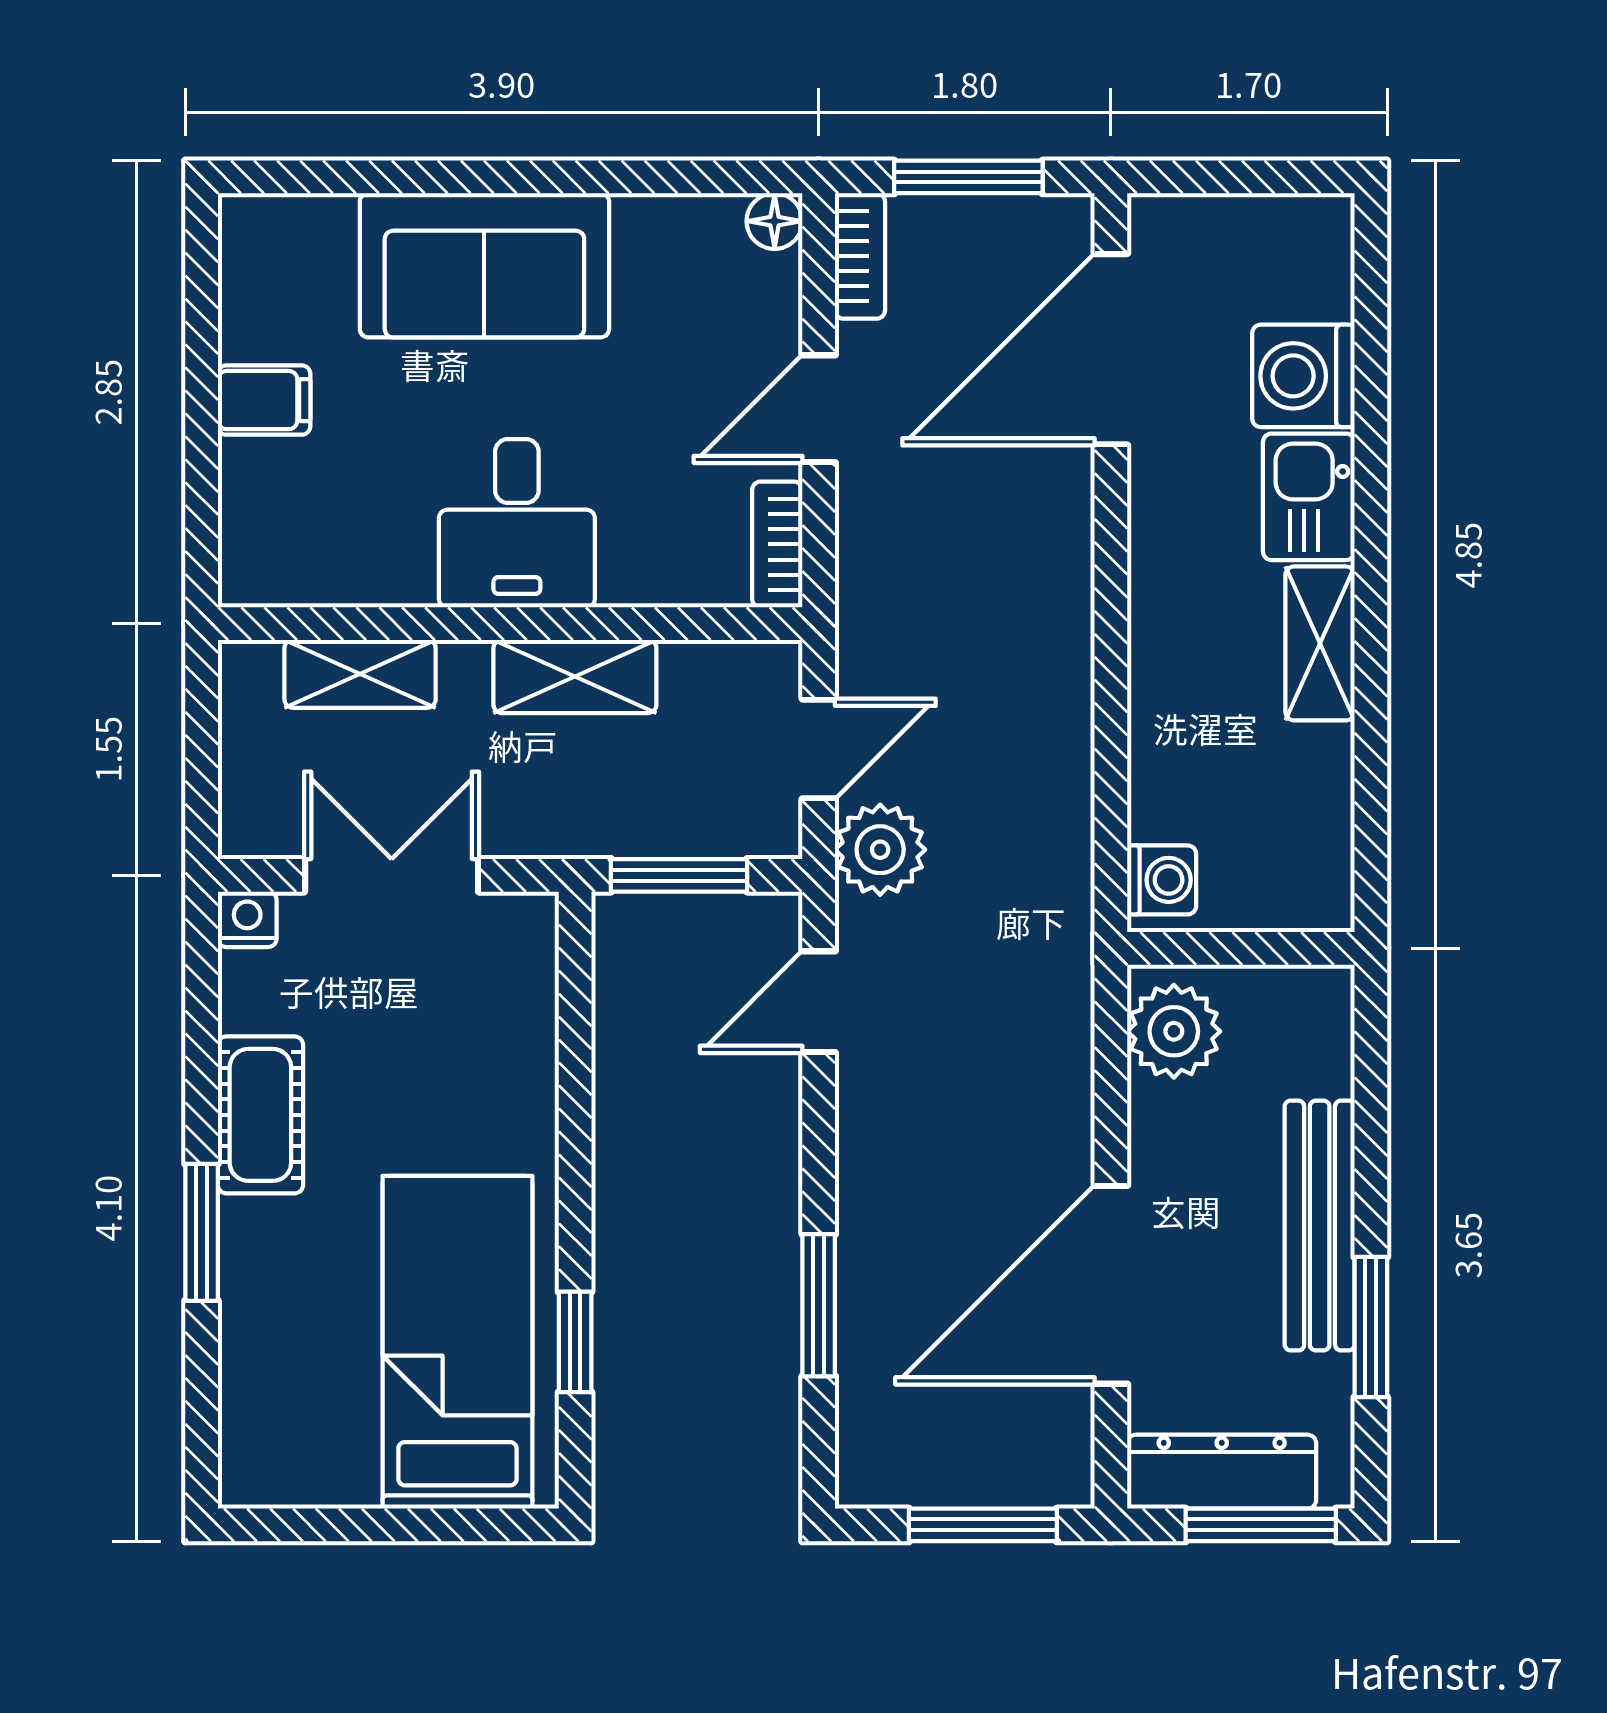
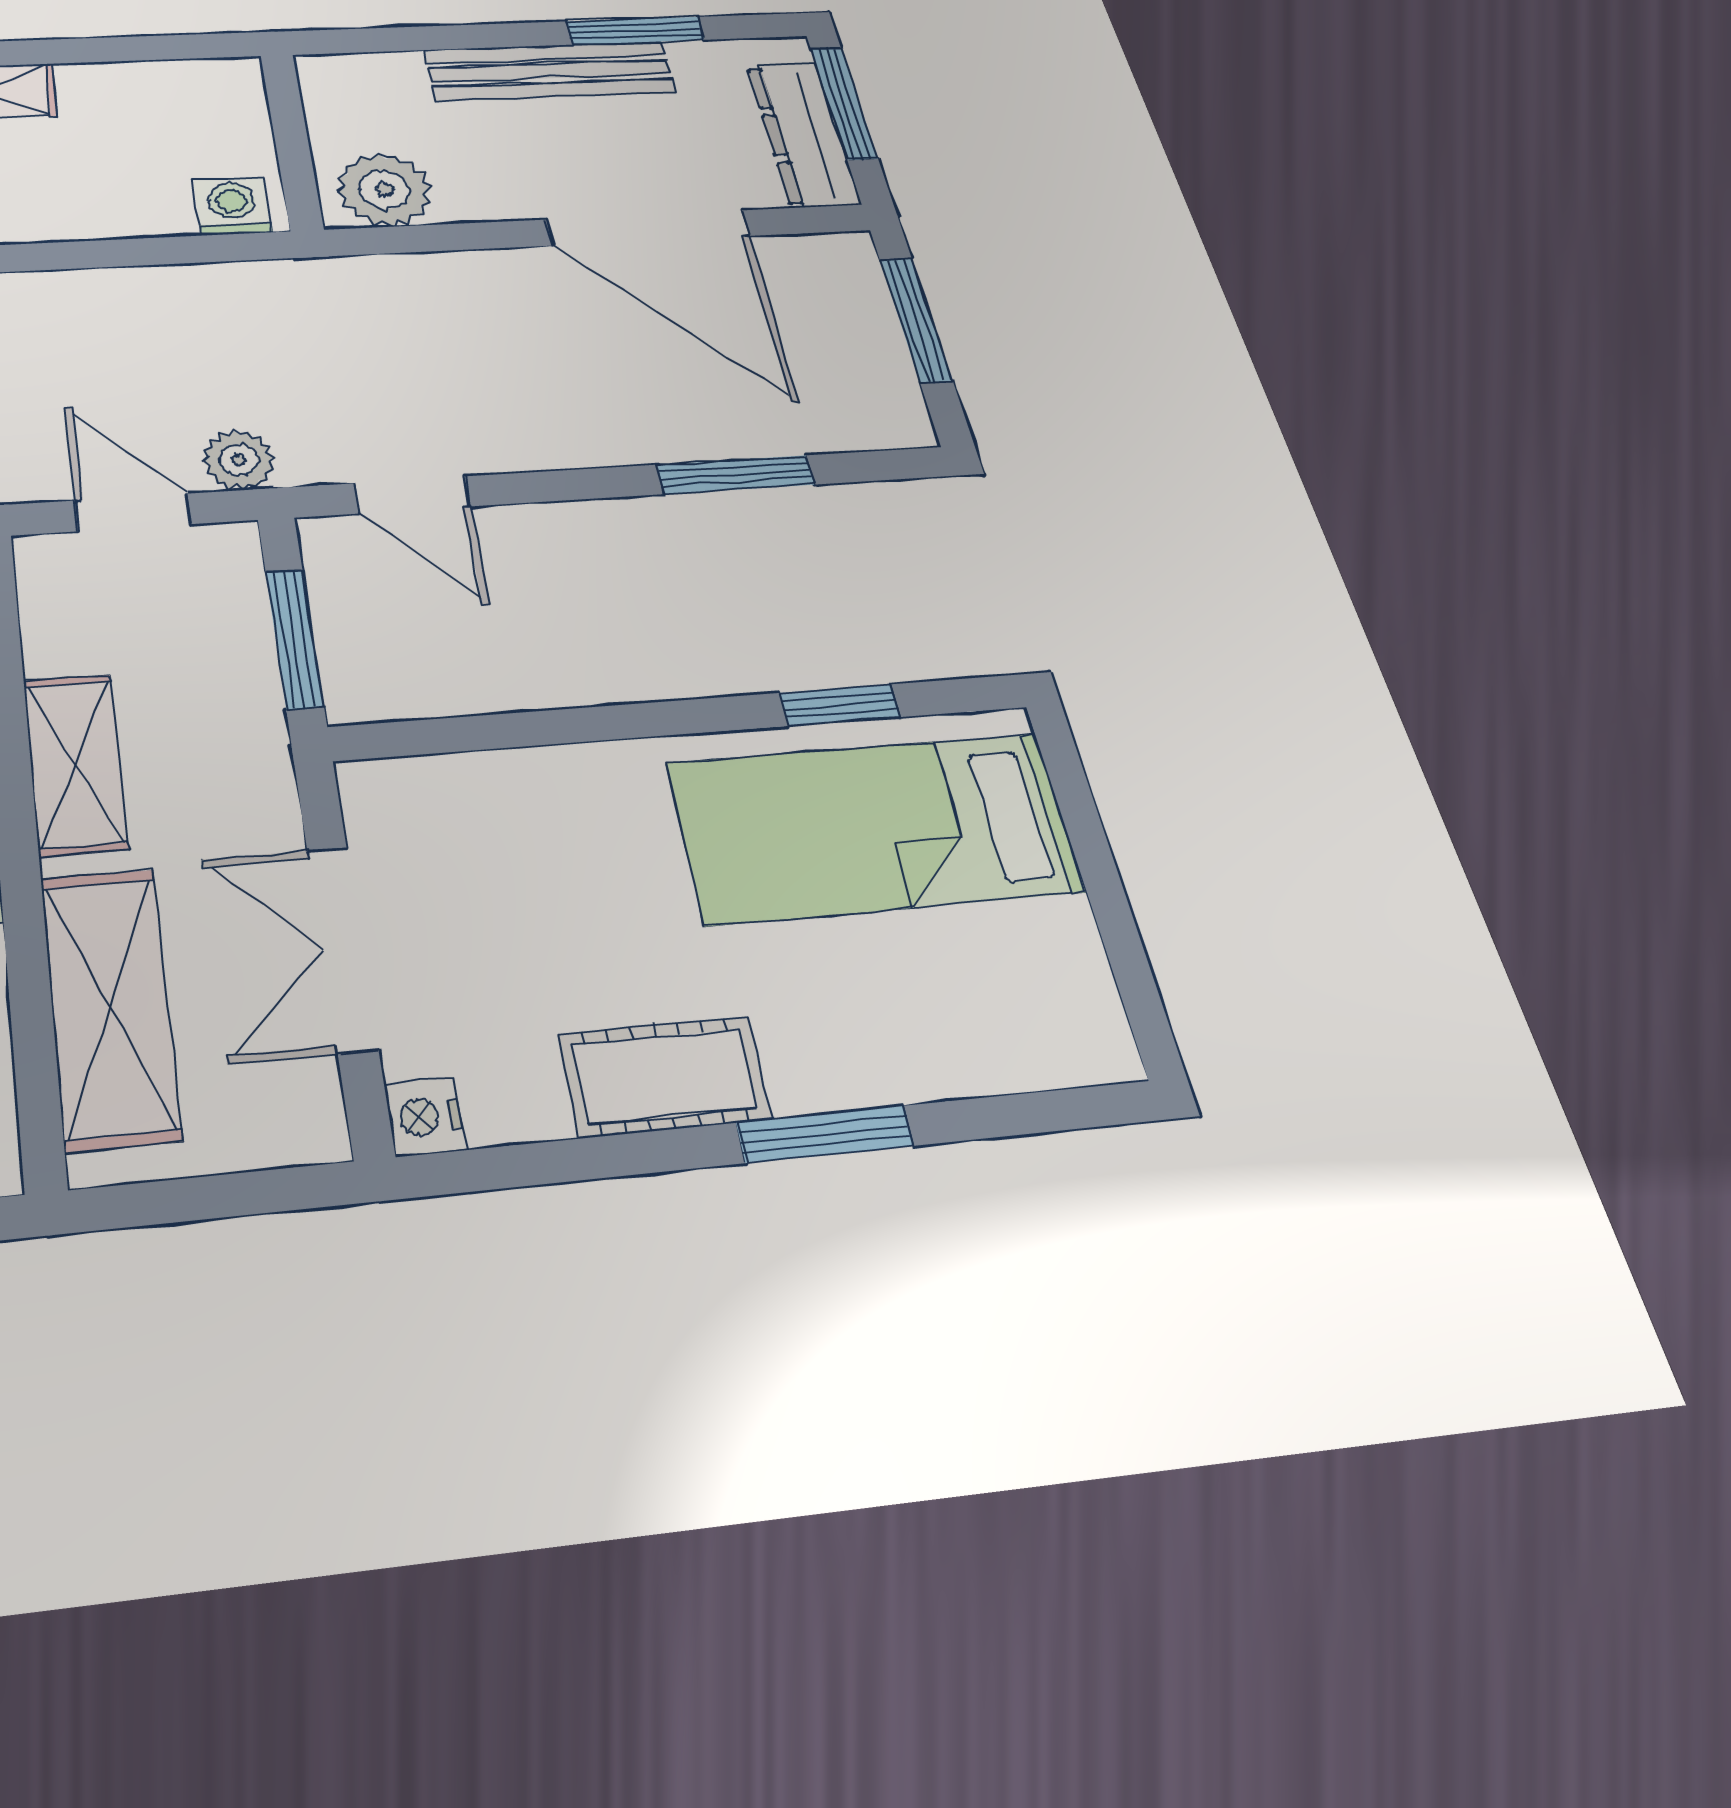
shelving: (360, 674) -> (110, 1007), width x1.50, depth x1.33
plant: (880, 850) -> (239, 460), width x0.73, depth x0.73

